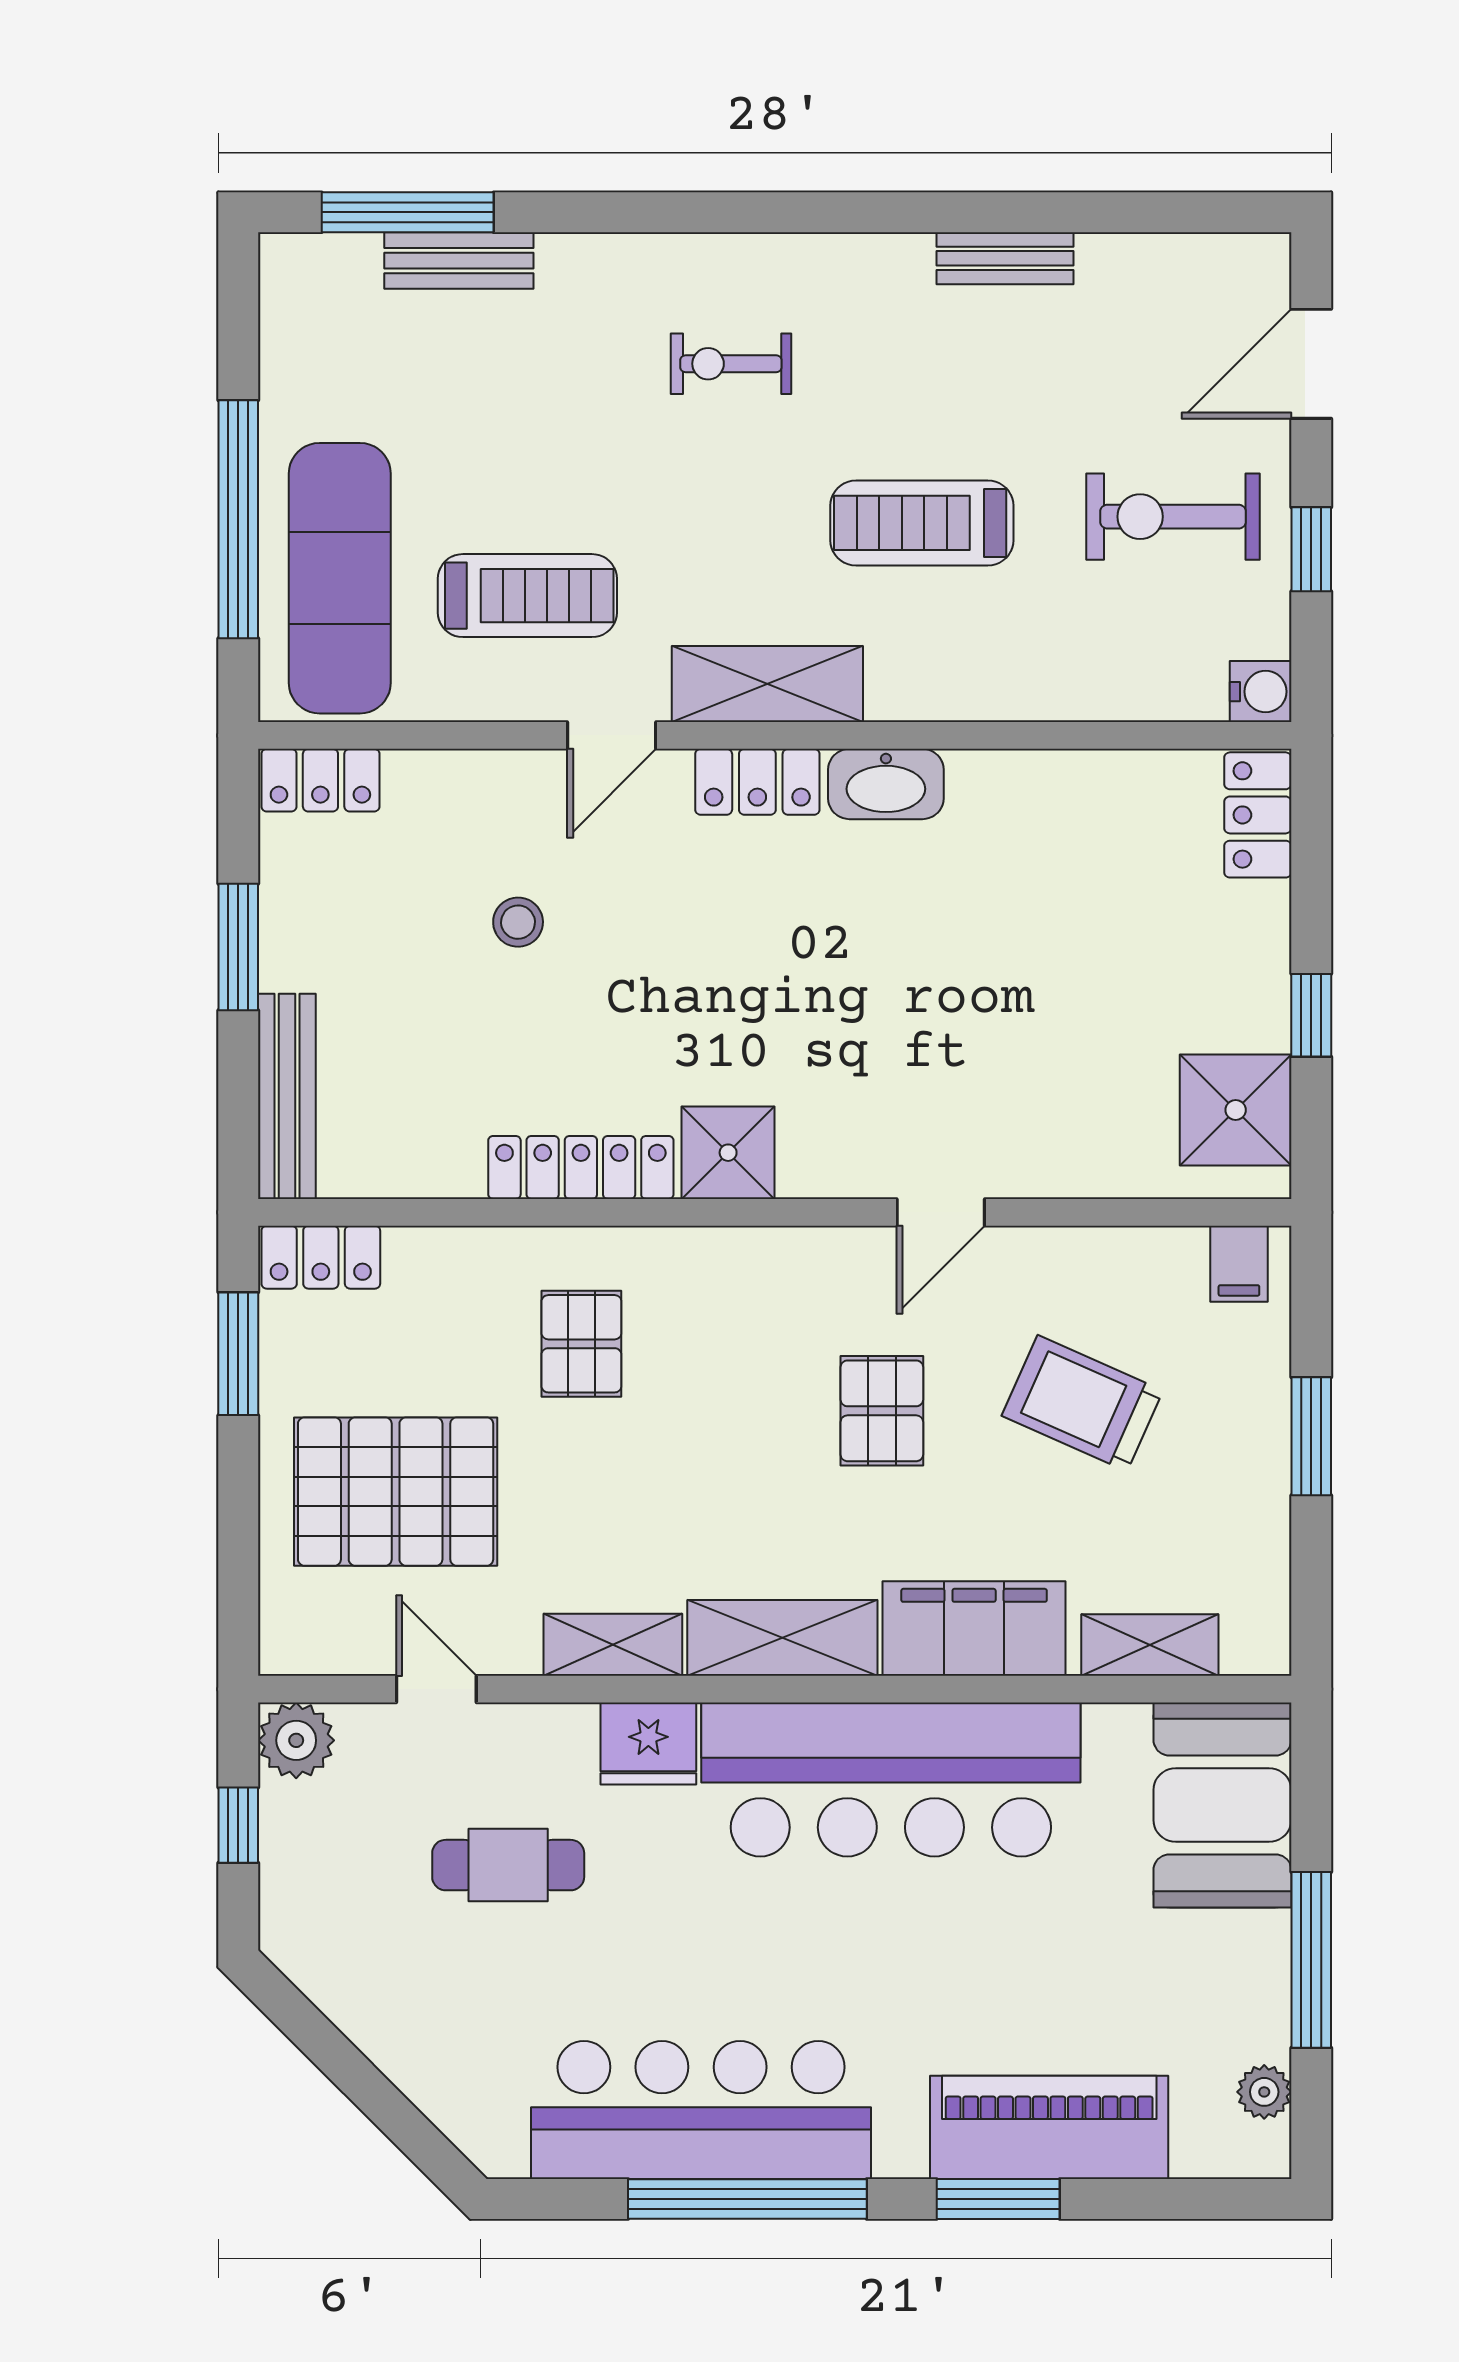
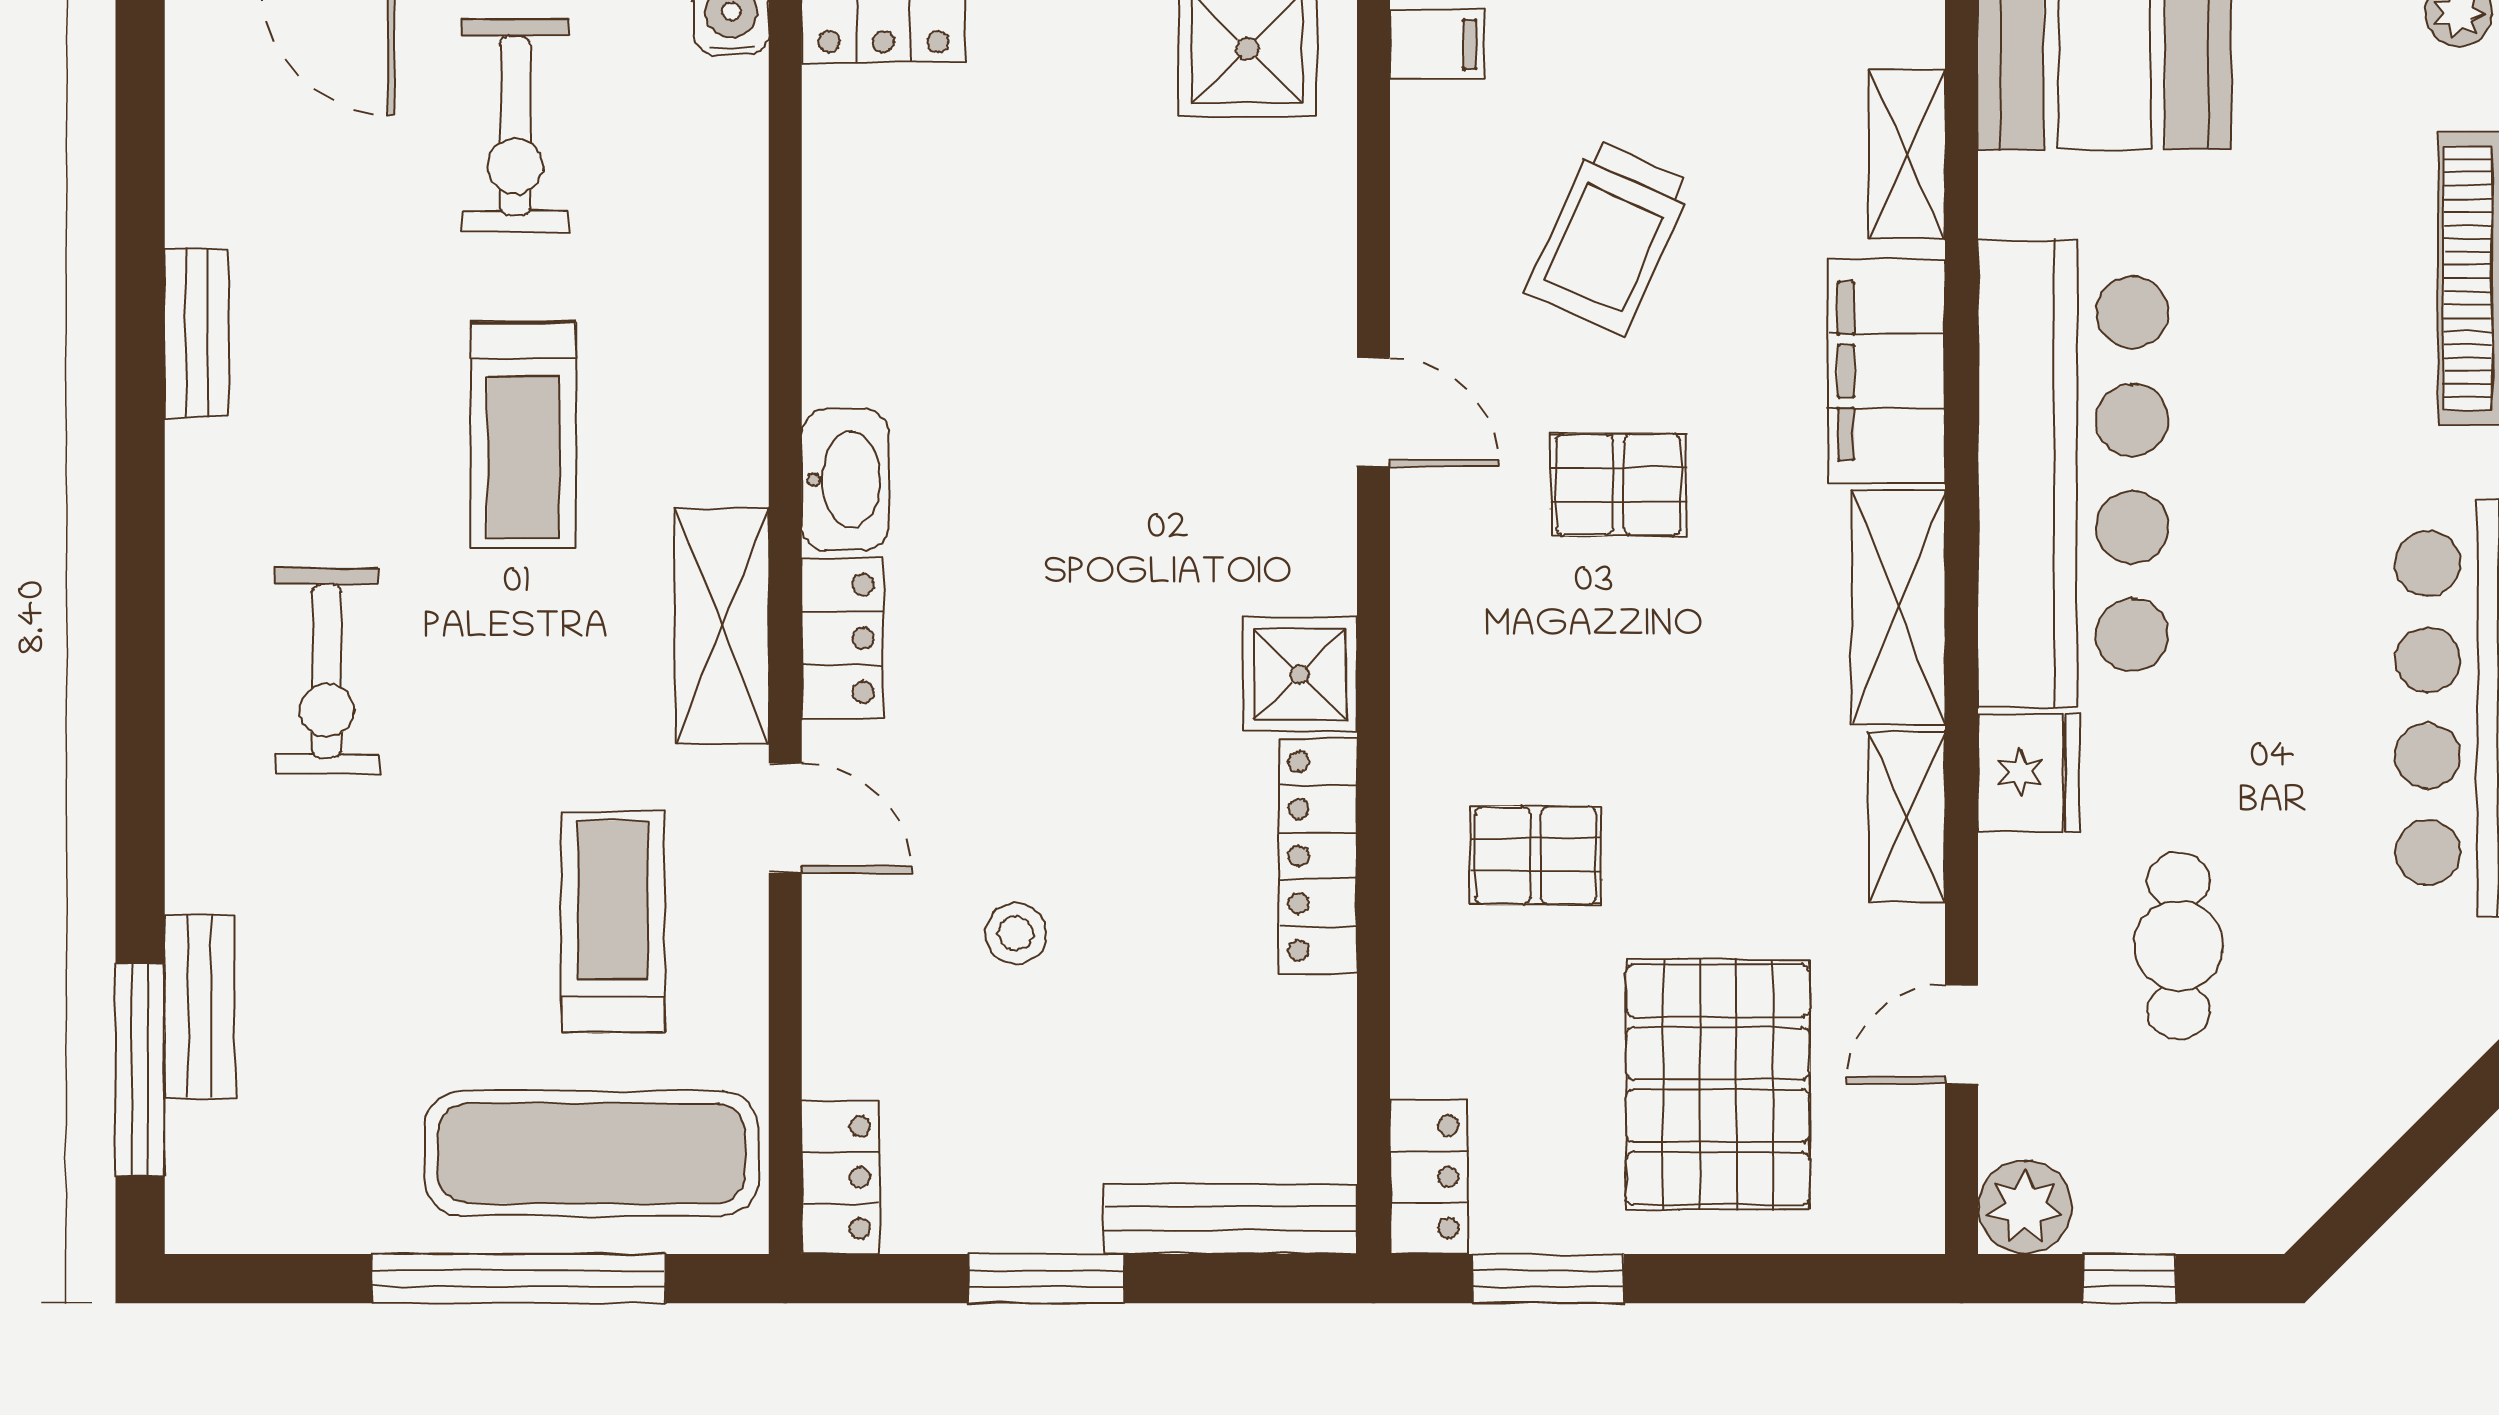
exercise bike: (731, 364) -> (327, 671), width x1.38, depth x1.39

